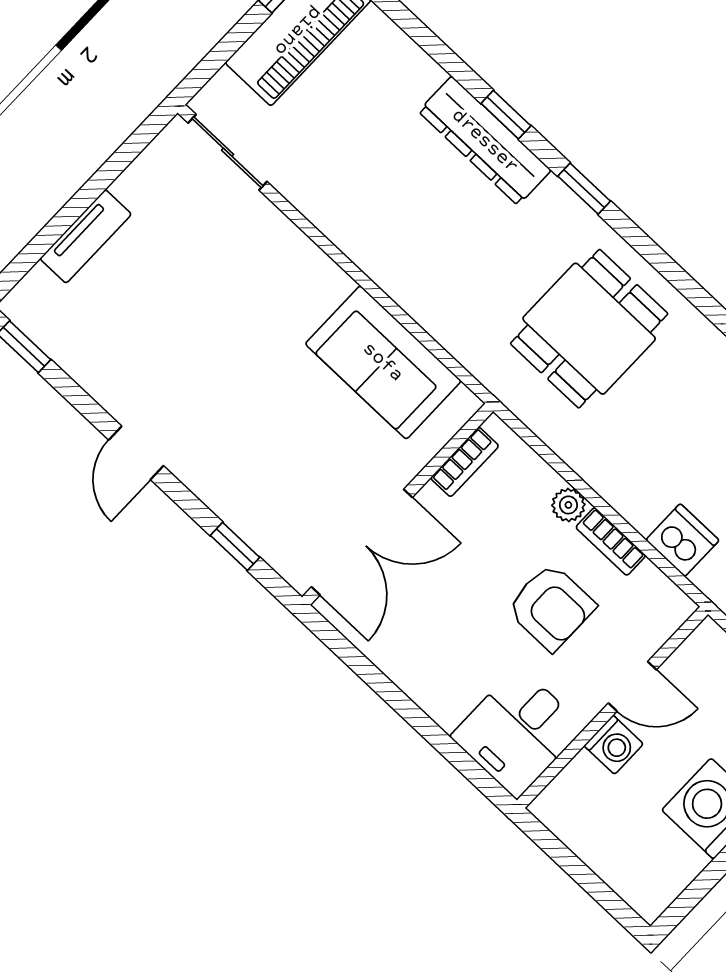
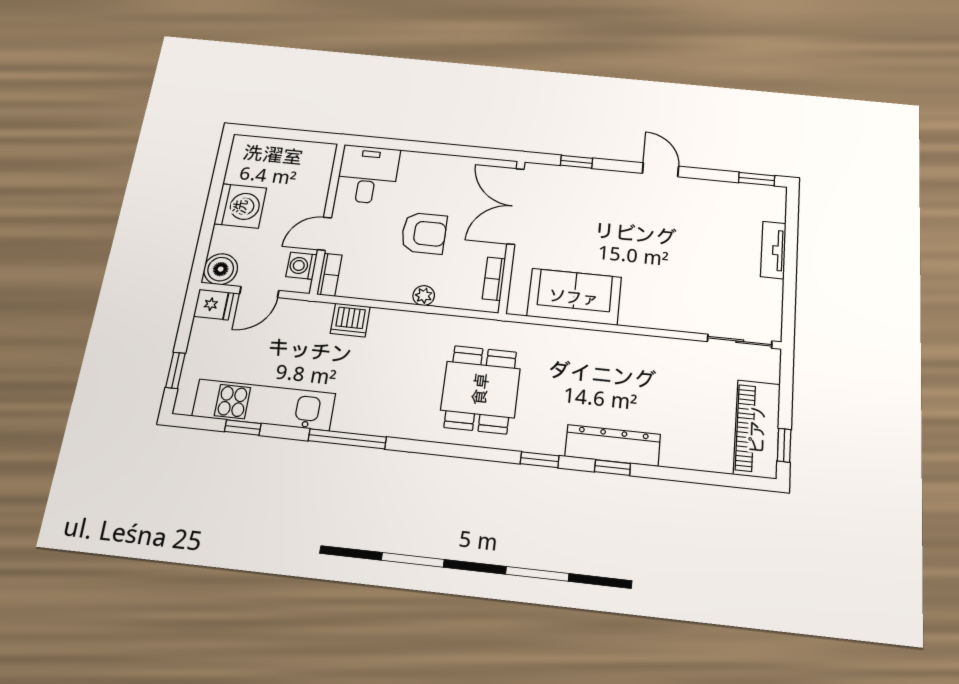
bookcase: (611, 541) -> (329, 275), moved, turned 90
armchair: (551, 607) -> (424, 233), moved, turned 180
washing machine: (614, 745) -> (301, 266), moved

